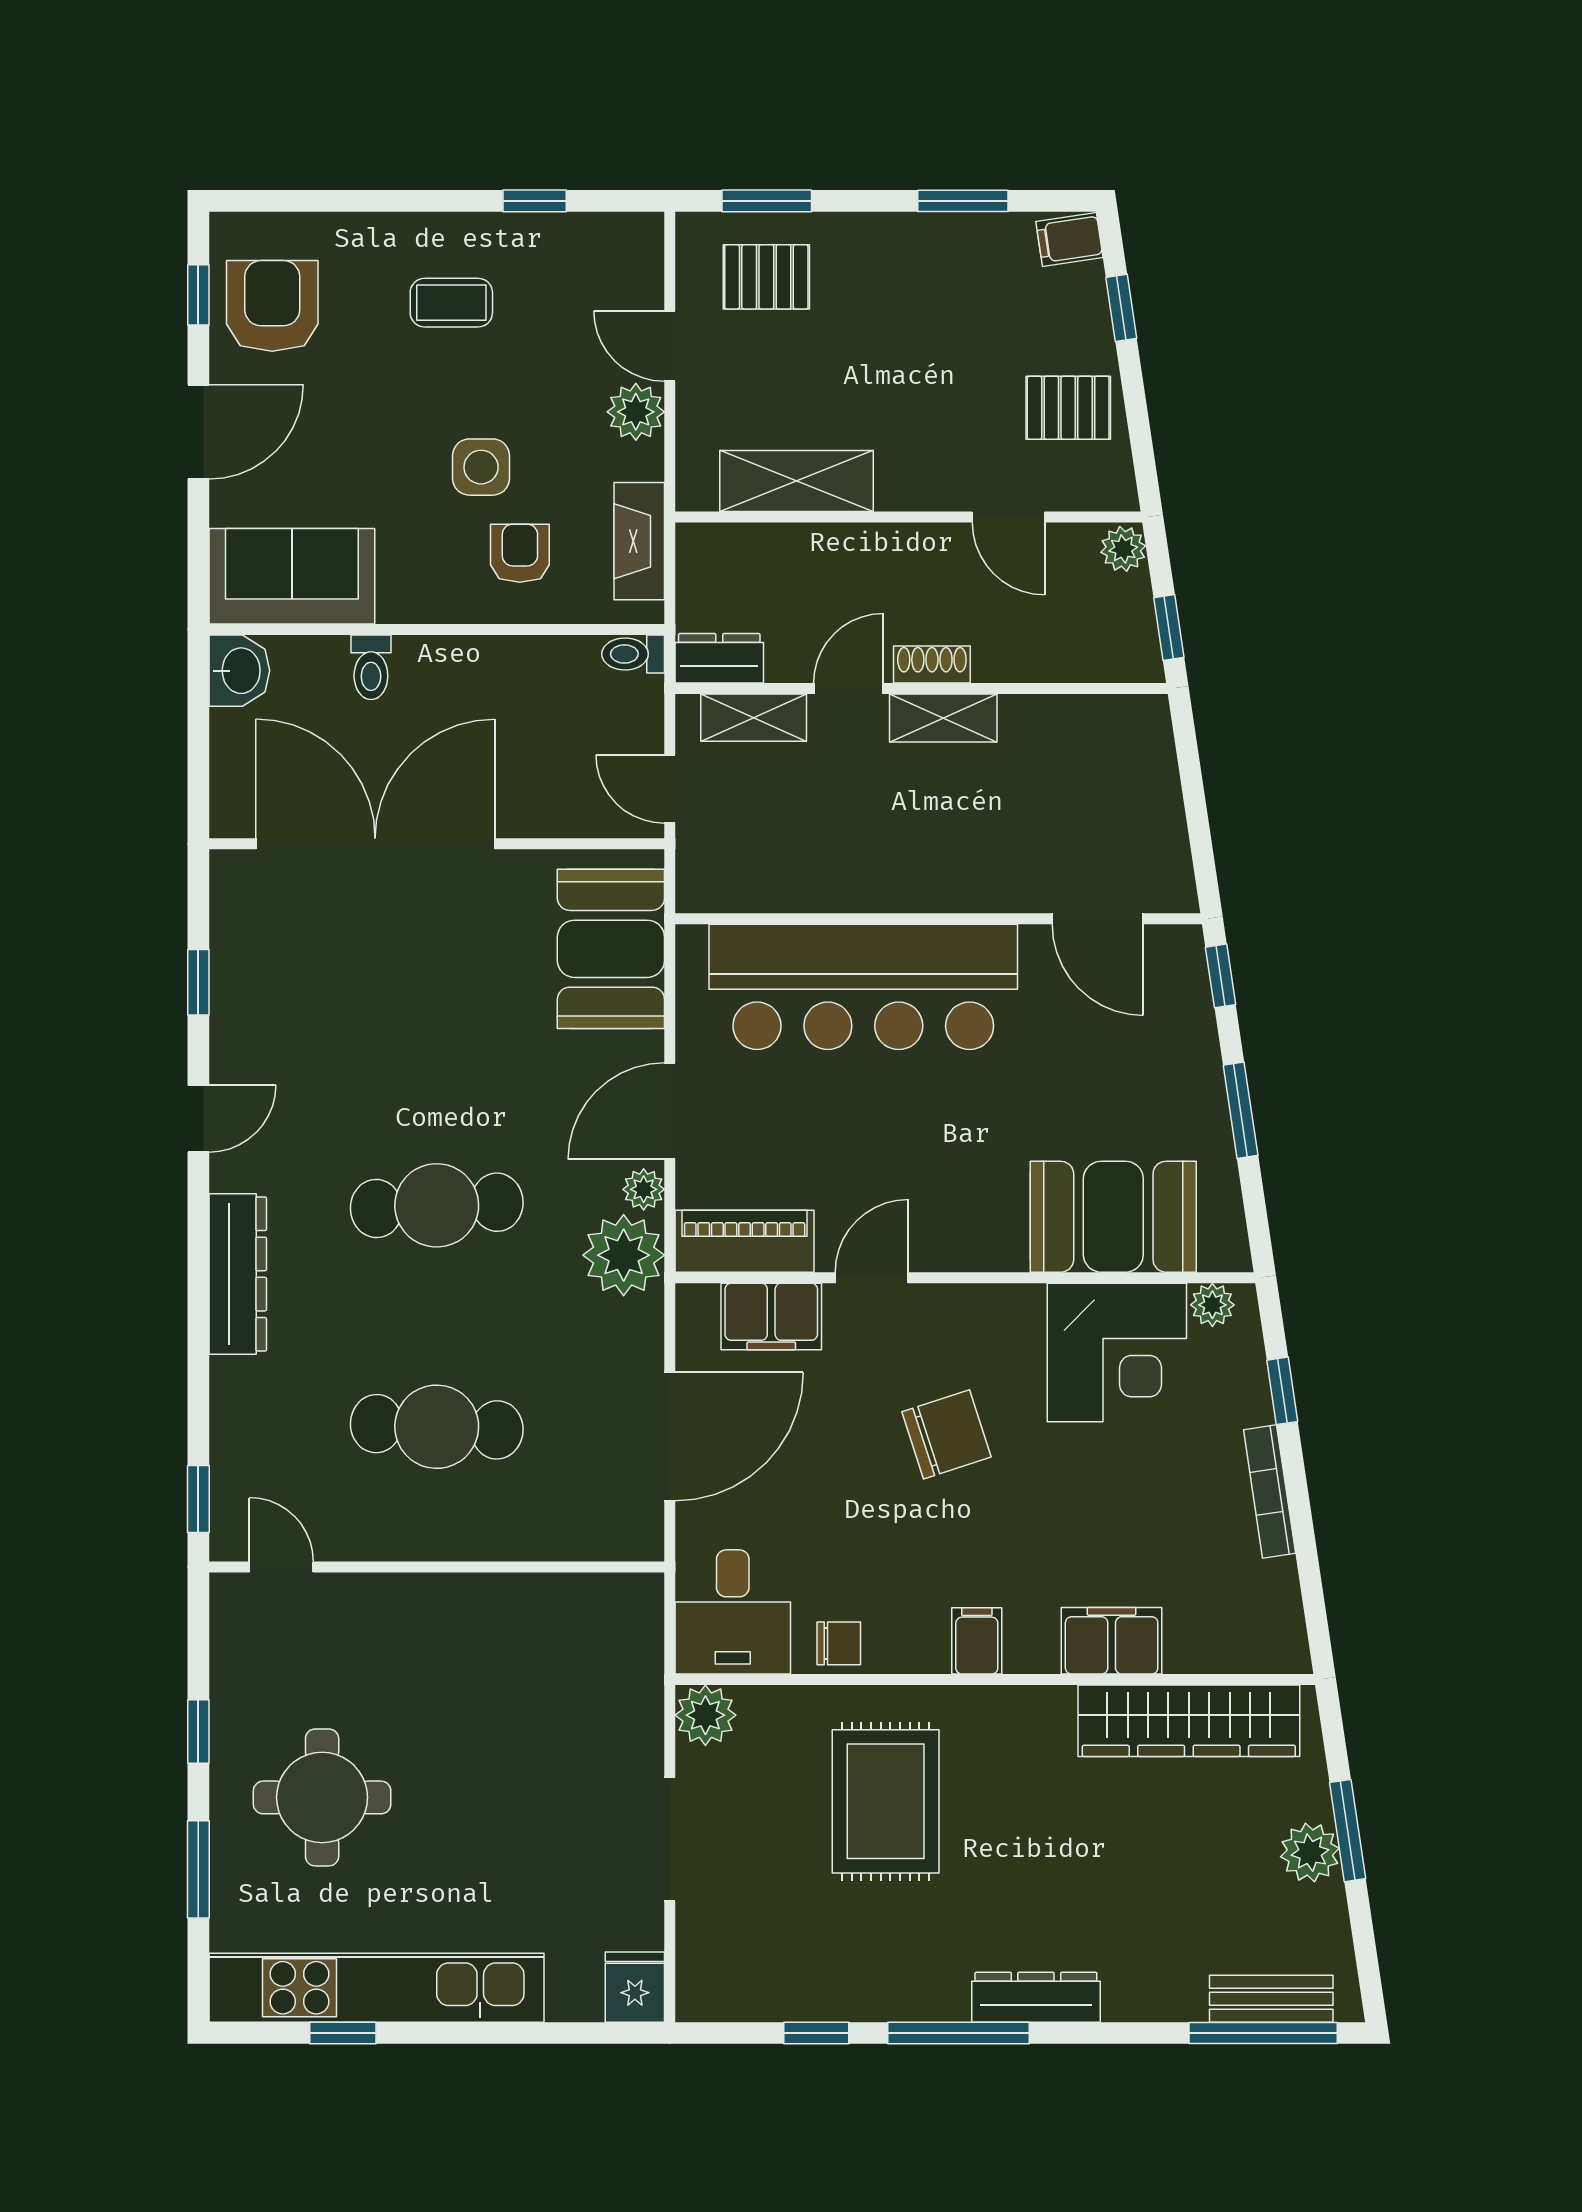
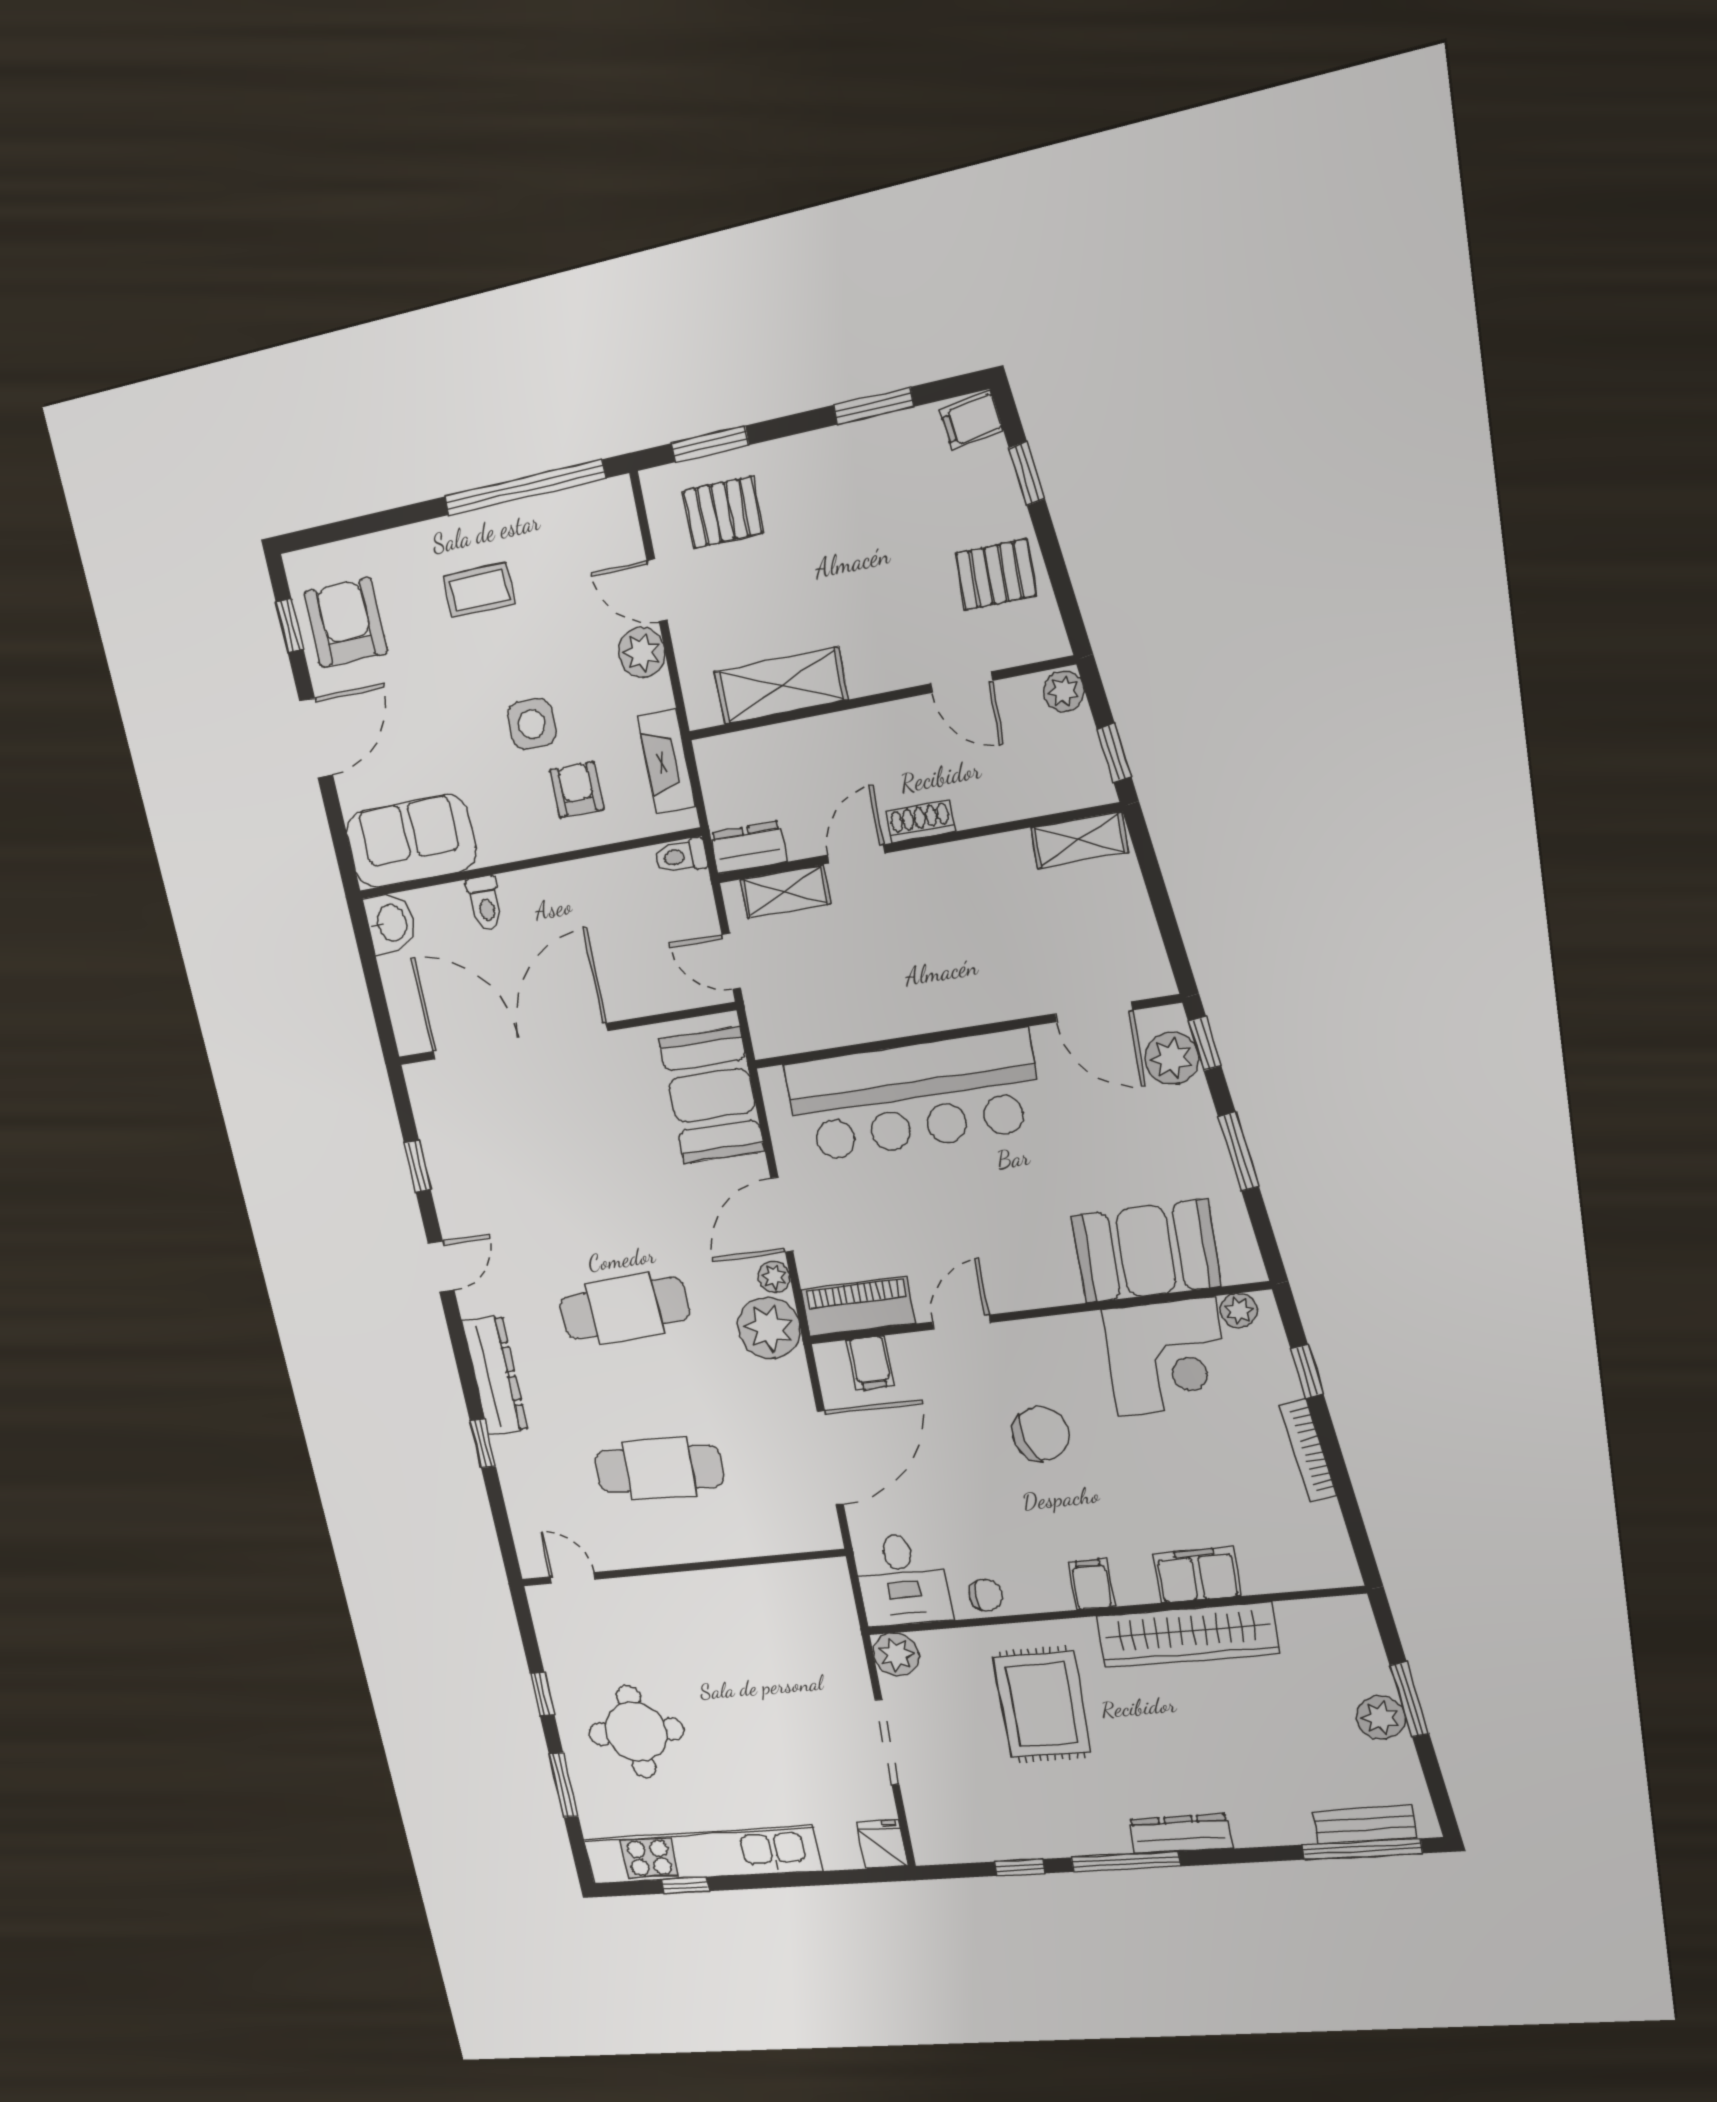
window: (535, 201) -> (525, 487), width x3.17
shelving: (943, 718) -> (1079, 840), moved
plant: (1180, 988) -> (1172, 1058), added
filing cabinet: (771, 1316) -> (870, 1363), width x0.50
window: (198, 1499) -> (483, 1444), moved
wardrobe: (1189, 1721) -> (1187, 1635), moved

